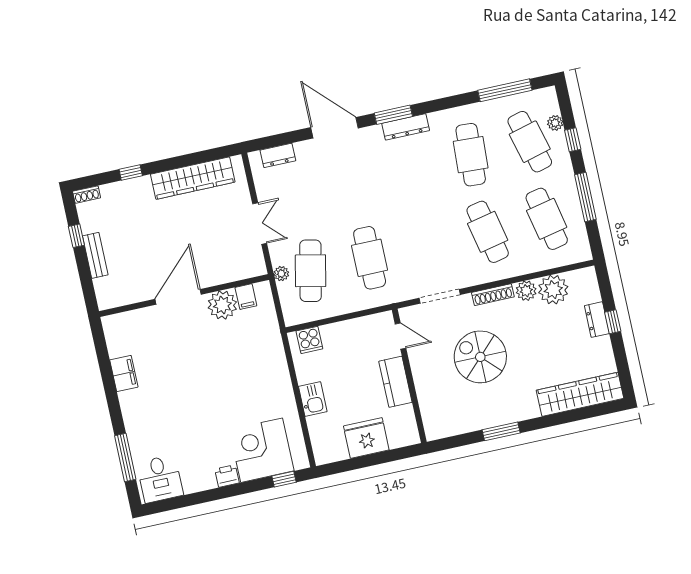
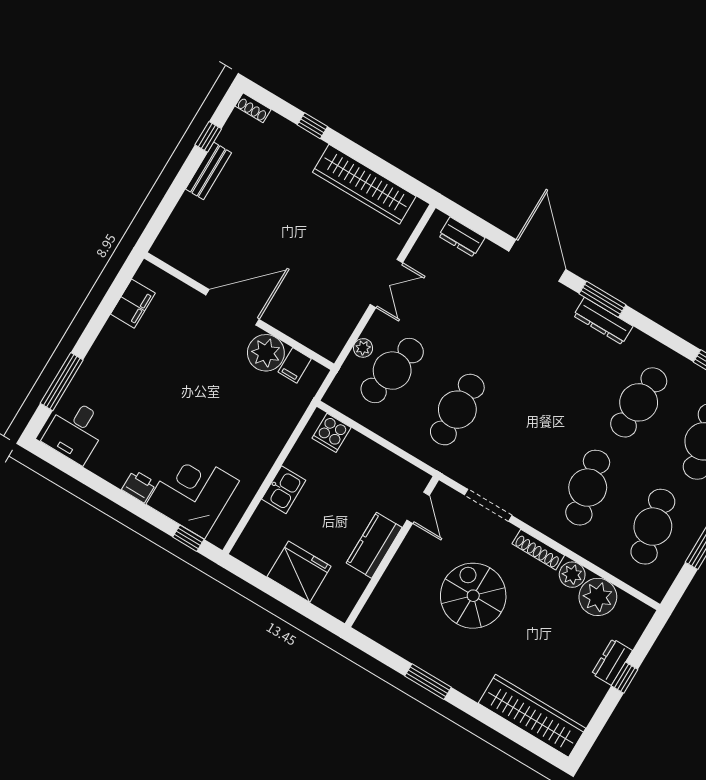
wall: (184, 296) -> (239, 311), moved
door: (178, 297) -> (233, 307), moved
filing cabinet: (246, 297) -> (295, 365), moved
plant: (222, 305) -> (266, 353), moved

